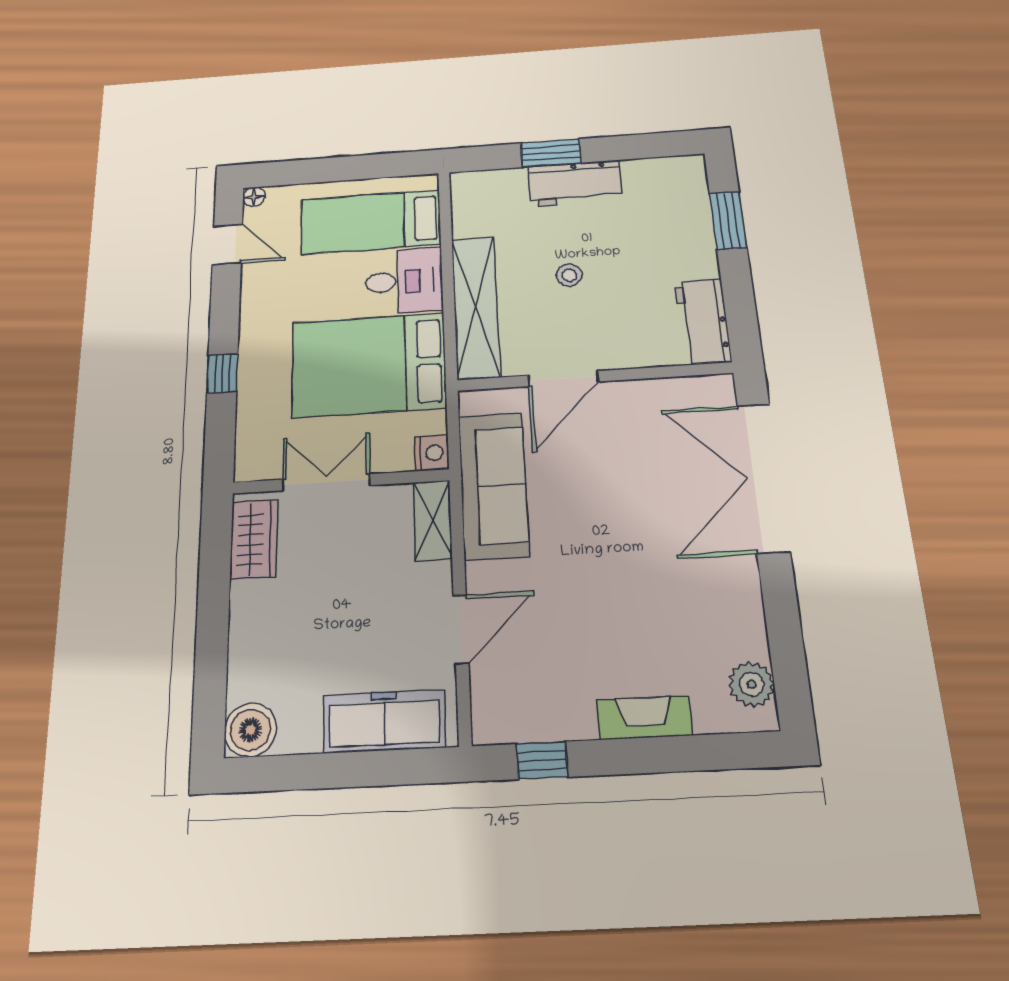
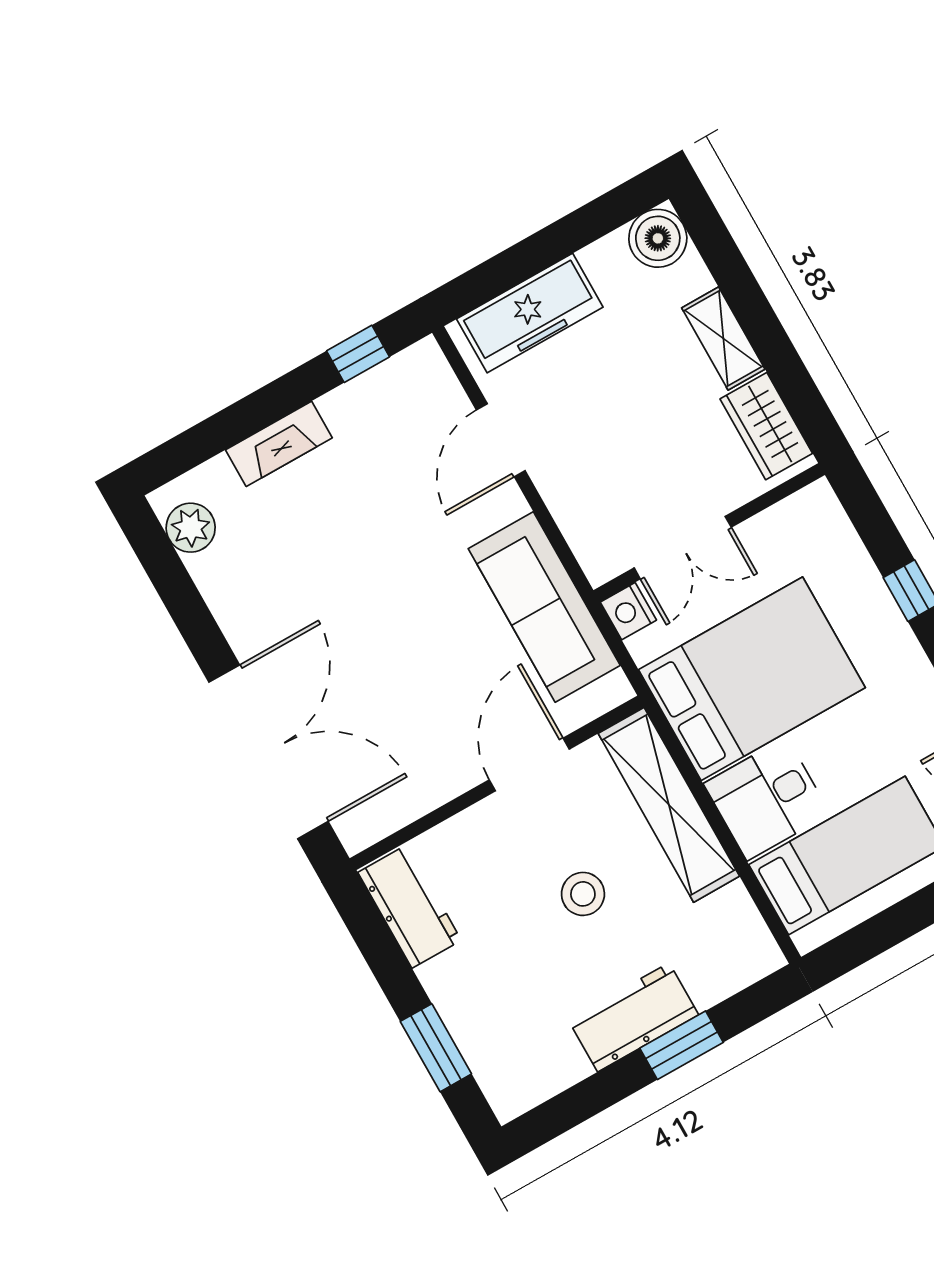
stool: (569, 275) -> (583, 894), width x1.37, depth x1.37
double door: (326, 482) -> (683, 548), moved
shelving: (433, 520) -> (723, 338), moved

